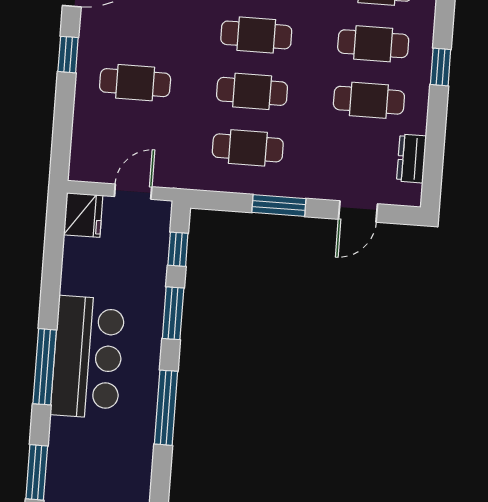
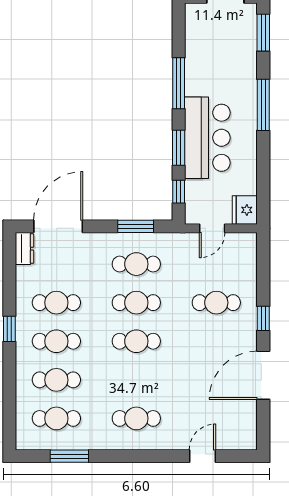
dresser: (411, 159) -> (25, 249), moved
window: (279, 206) -> (136, 226), moved
door: (358, 212) -> (58, 226), width x1.87
bar counter: (88, 357) -> (207, 138), moved, turned 180

